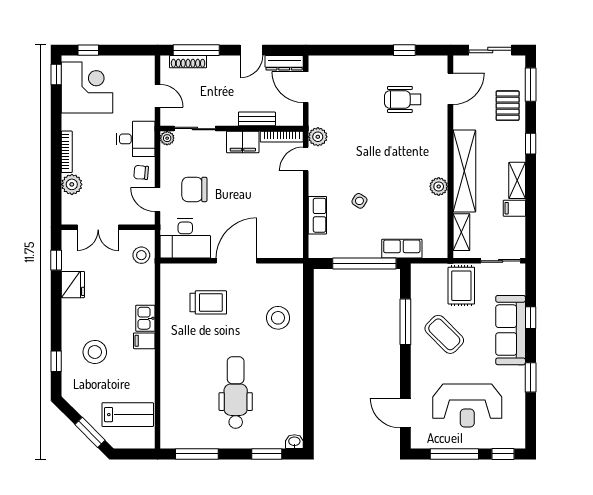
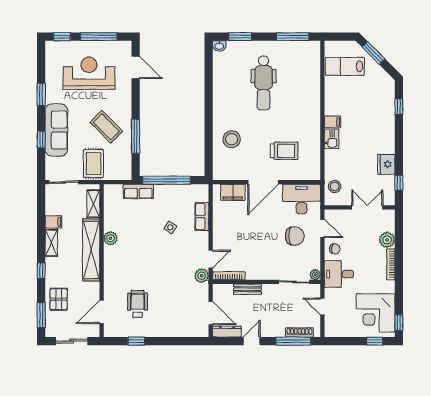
wheelchair: (403, 99) -> (138, 304), turned -90
filing cabinet: (243, 142) -> (233, 192), moved, turned 180
trolley: (208, 302) -> (284, 151), turned 180
stool: (95, 352) -> (370, 113), removed

